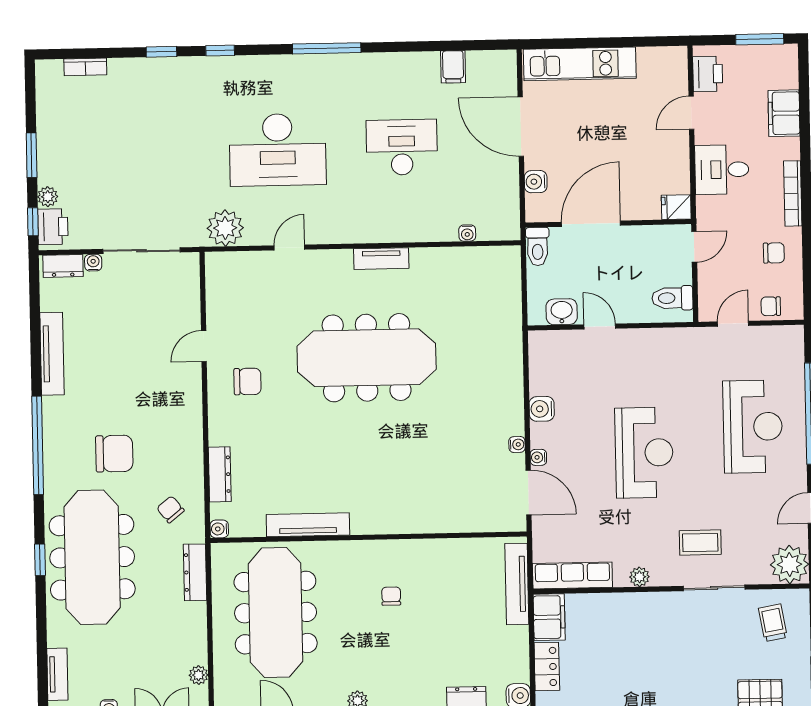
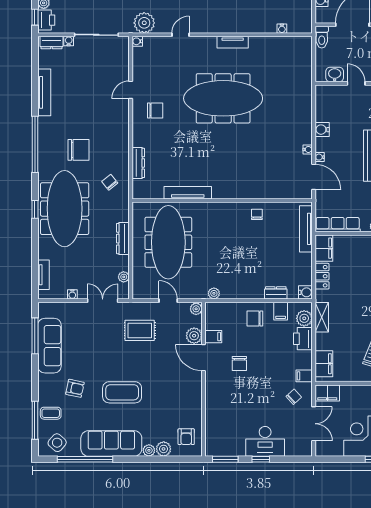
water cooler: (219, 529) -> (137, 41), moved
dresser: (195, 572) -> (123, 239), moved
chair: (391, 596) -> (257, 214), moved

